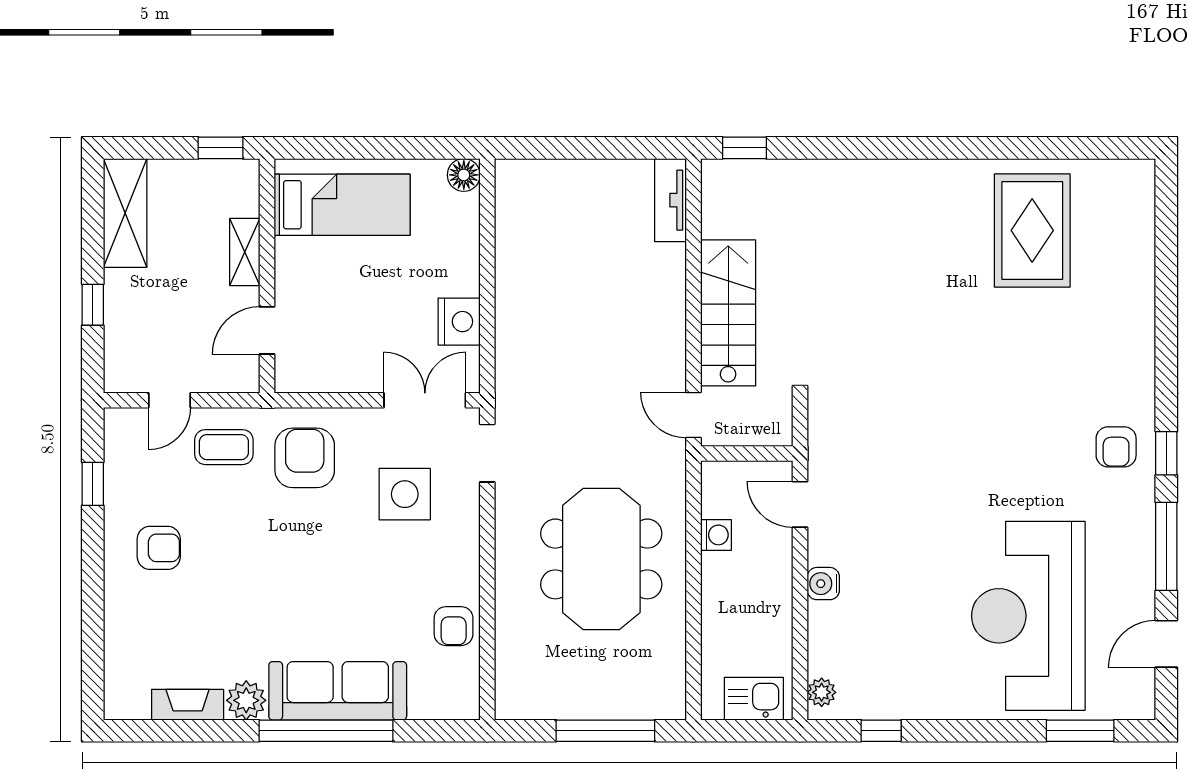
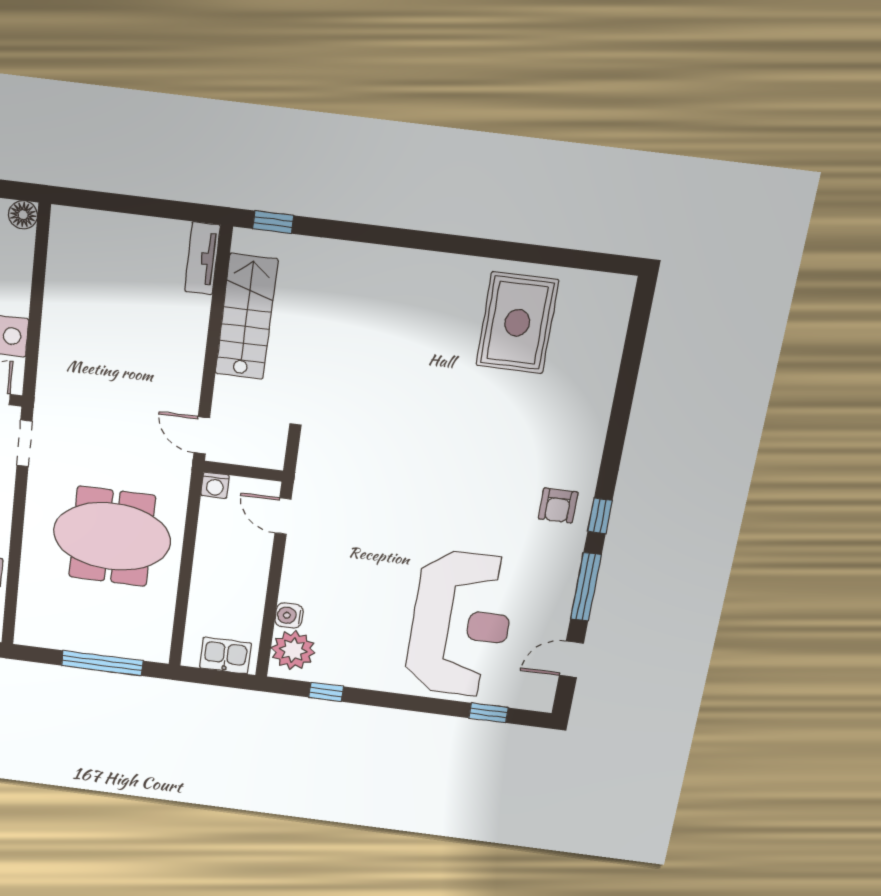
stairs: (728, 313) -> (246, 317), moved
washing machine: (716, 535) -> (215, 485), moved, turned 90
meeting table: (601, 559) -> (112, 536), turned 90
water cooler: (823, 584) -> (289, 616), moved
reception desk: (1028, 616) -> (461, 624), turned 180
plant: (822, 692) -> (293, 650), width x1.88, depth x1.88
window: (1080, 731) -> (489, 713), width x0.67

